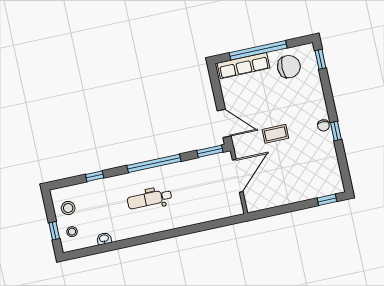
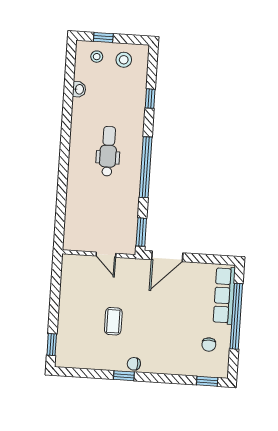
chair: (289, 67) -> (209, 345), width x0.54, depth x0.54
coffee table: (275, 134) -> (113, 321), moved
door: (238, 176) -> (106, 255), width x0.53

